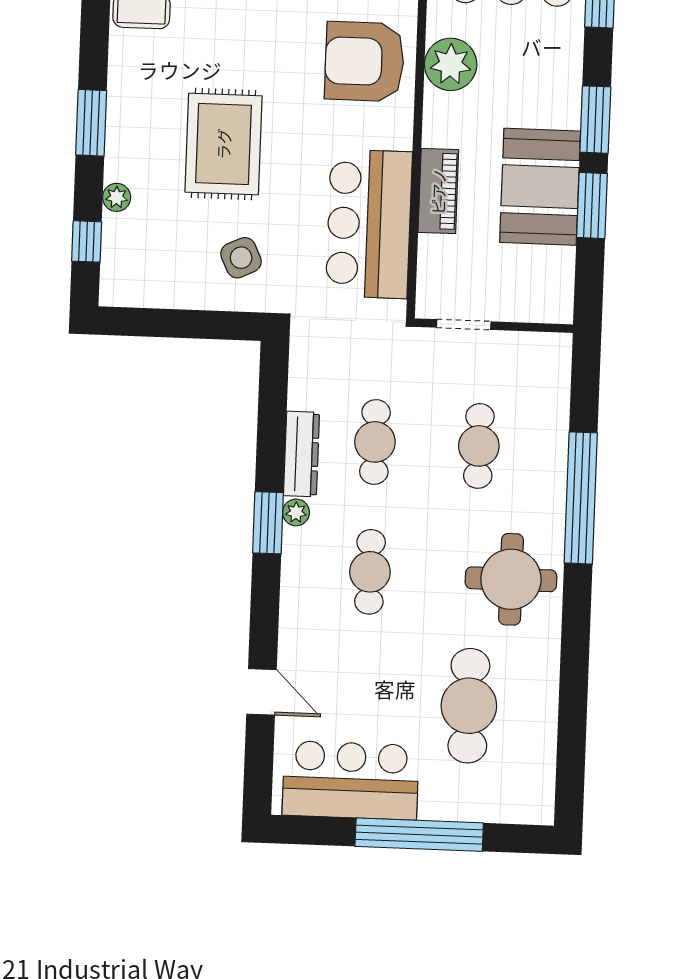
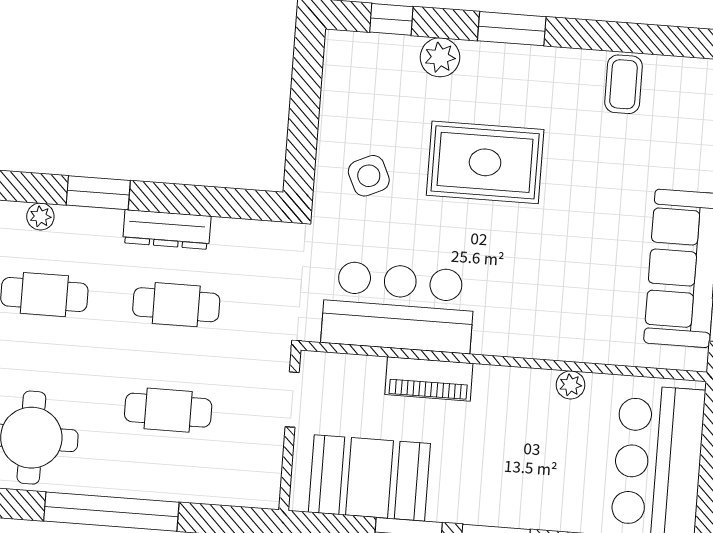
armchair: (364, 61) -> (563, 309), removed
plant: (451, 64) -> (570, 385), width x0.53, depth x0.53
booth: (540, 187) -> (369, 478), moved
plant: (117, 197) -> (440, 57), width x1.38, depth x1.38
plant: (296, 512) -> (40, 216), moved

